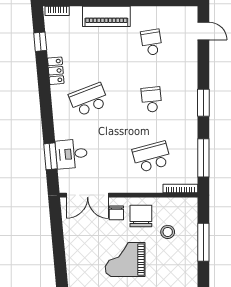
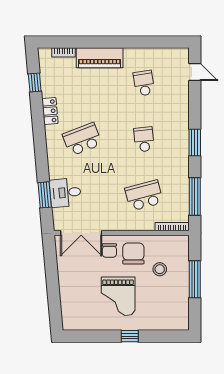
bookcase: (57, 11) -> (63, 52), moved
grand piano: (125, 260) -> (118, 296), turned -90

